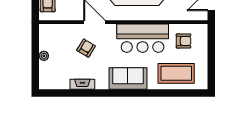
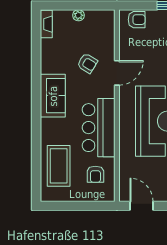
sofa: (128, 79) -> (53, 96), moved
fireplace: (82, 84) -> (46, 24), moved

